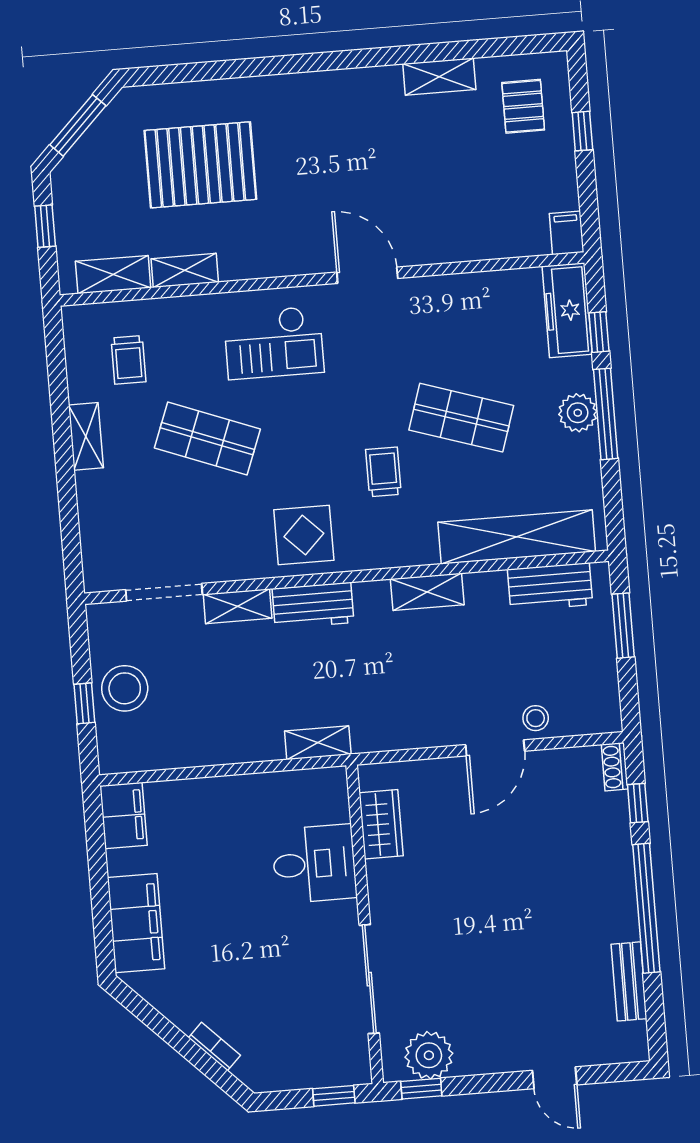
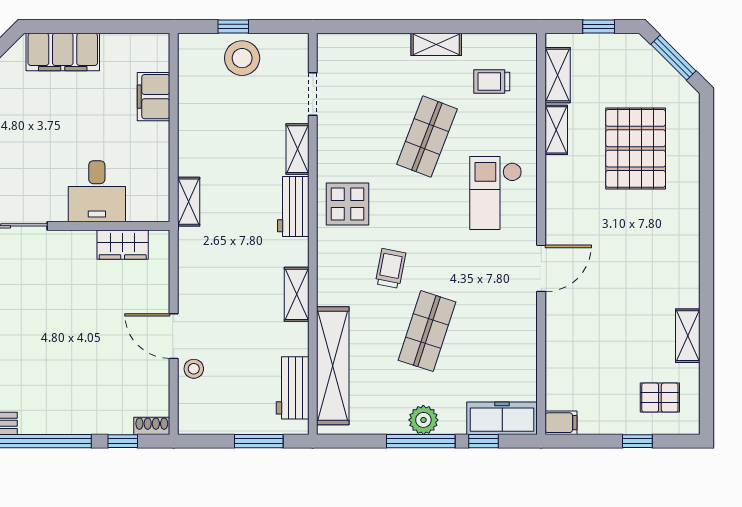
trolley: (383, 472) -> (391, 268), turned -79
doorway: (164, 592) -> (313, 94), width x0.73
filing cabinet: (123, 816) -> (154, 97), moved, turned 90

